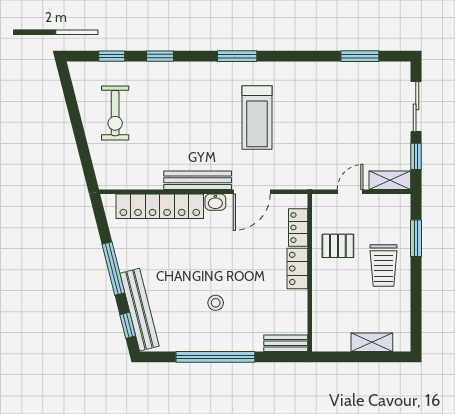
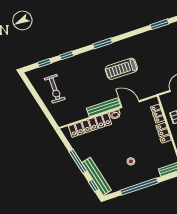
treadmill: (257, 117) -> (121, 69), turned 90
door: (252, 192) -> (130, 104), swing flipped

